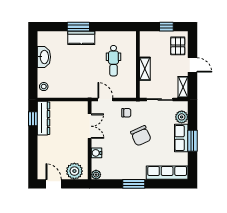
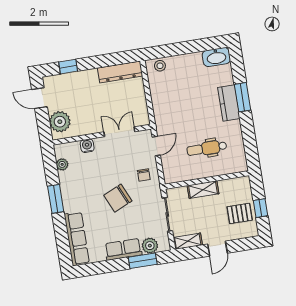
pallet: (178, 46) -> (240, 213), moved
washbasin: (44, 57) -> (216, 57), moved
window: (33, 119) -> (68, 67), moved
double door: (90, 126) -> (119, 132), swing flipped
window: (192, 141) -> (143, 261), moved
plant: (96, 175) -> (62, 164), moved
door: (54, 184) -> (39, 98), swing flipped

